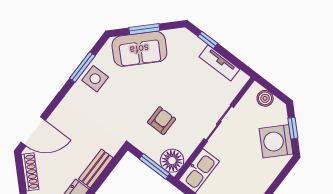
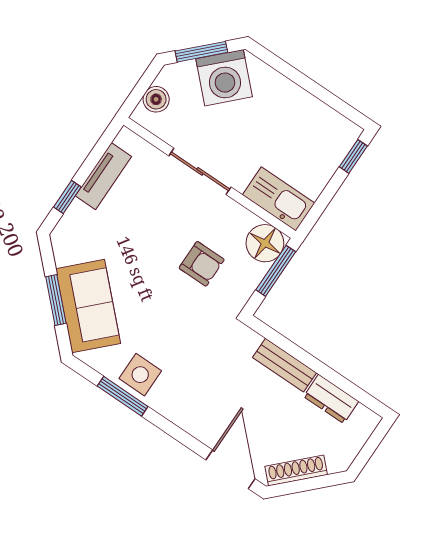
armchair: (162, 121) -> (202, 264), turned 180
window: (293, 128) -> (201, 52), width x1.50

